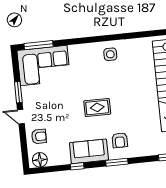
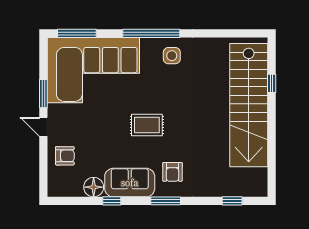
window: (94, 39) -> (151, 33), added
corner sofa: (44, 66) -> (93, 70), width x1.36, depth x1.36
floor lamp: (40, 160) -> (94, 187), moved

